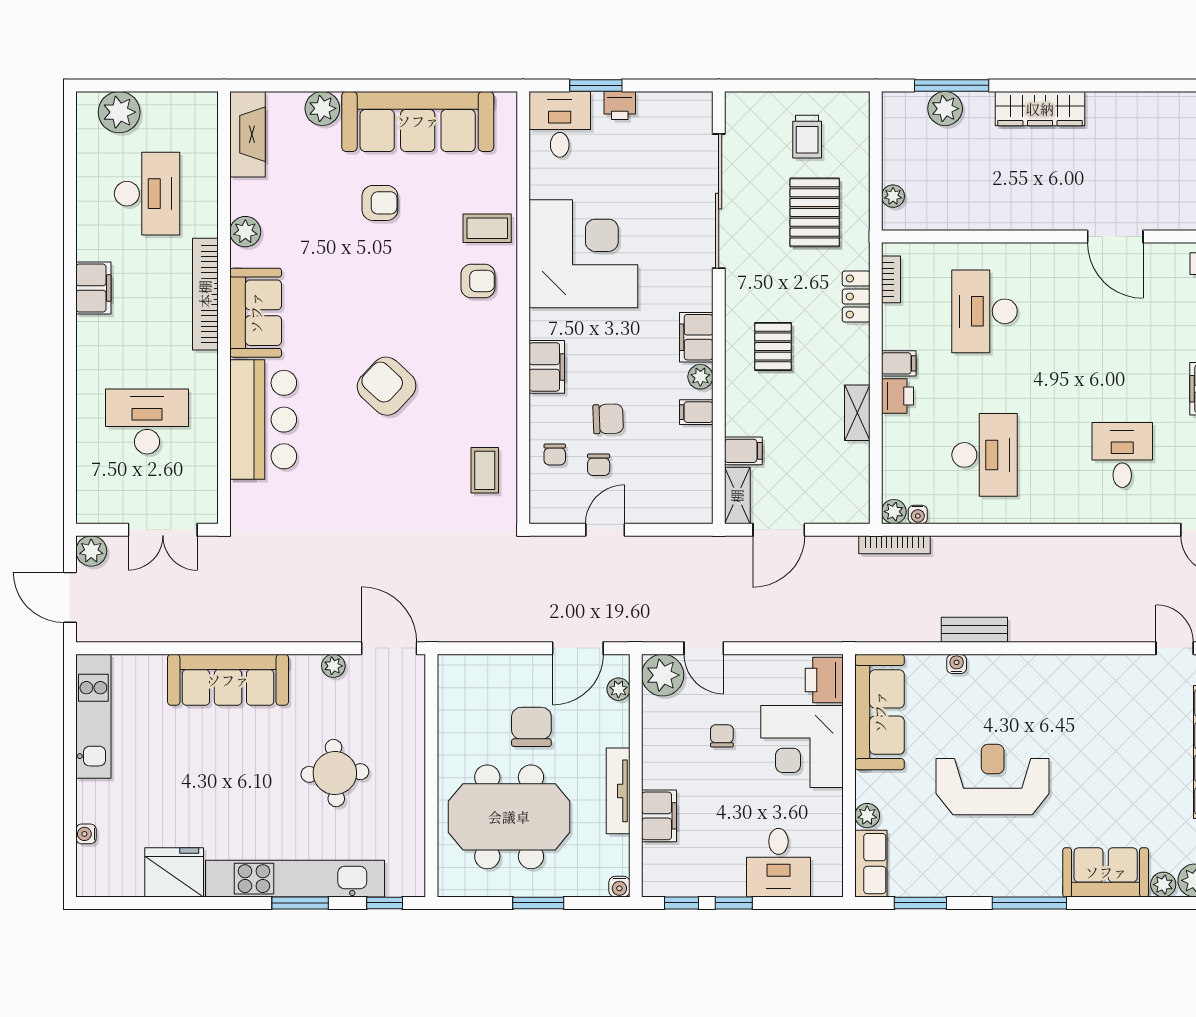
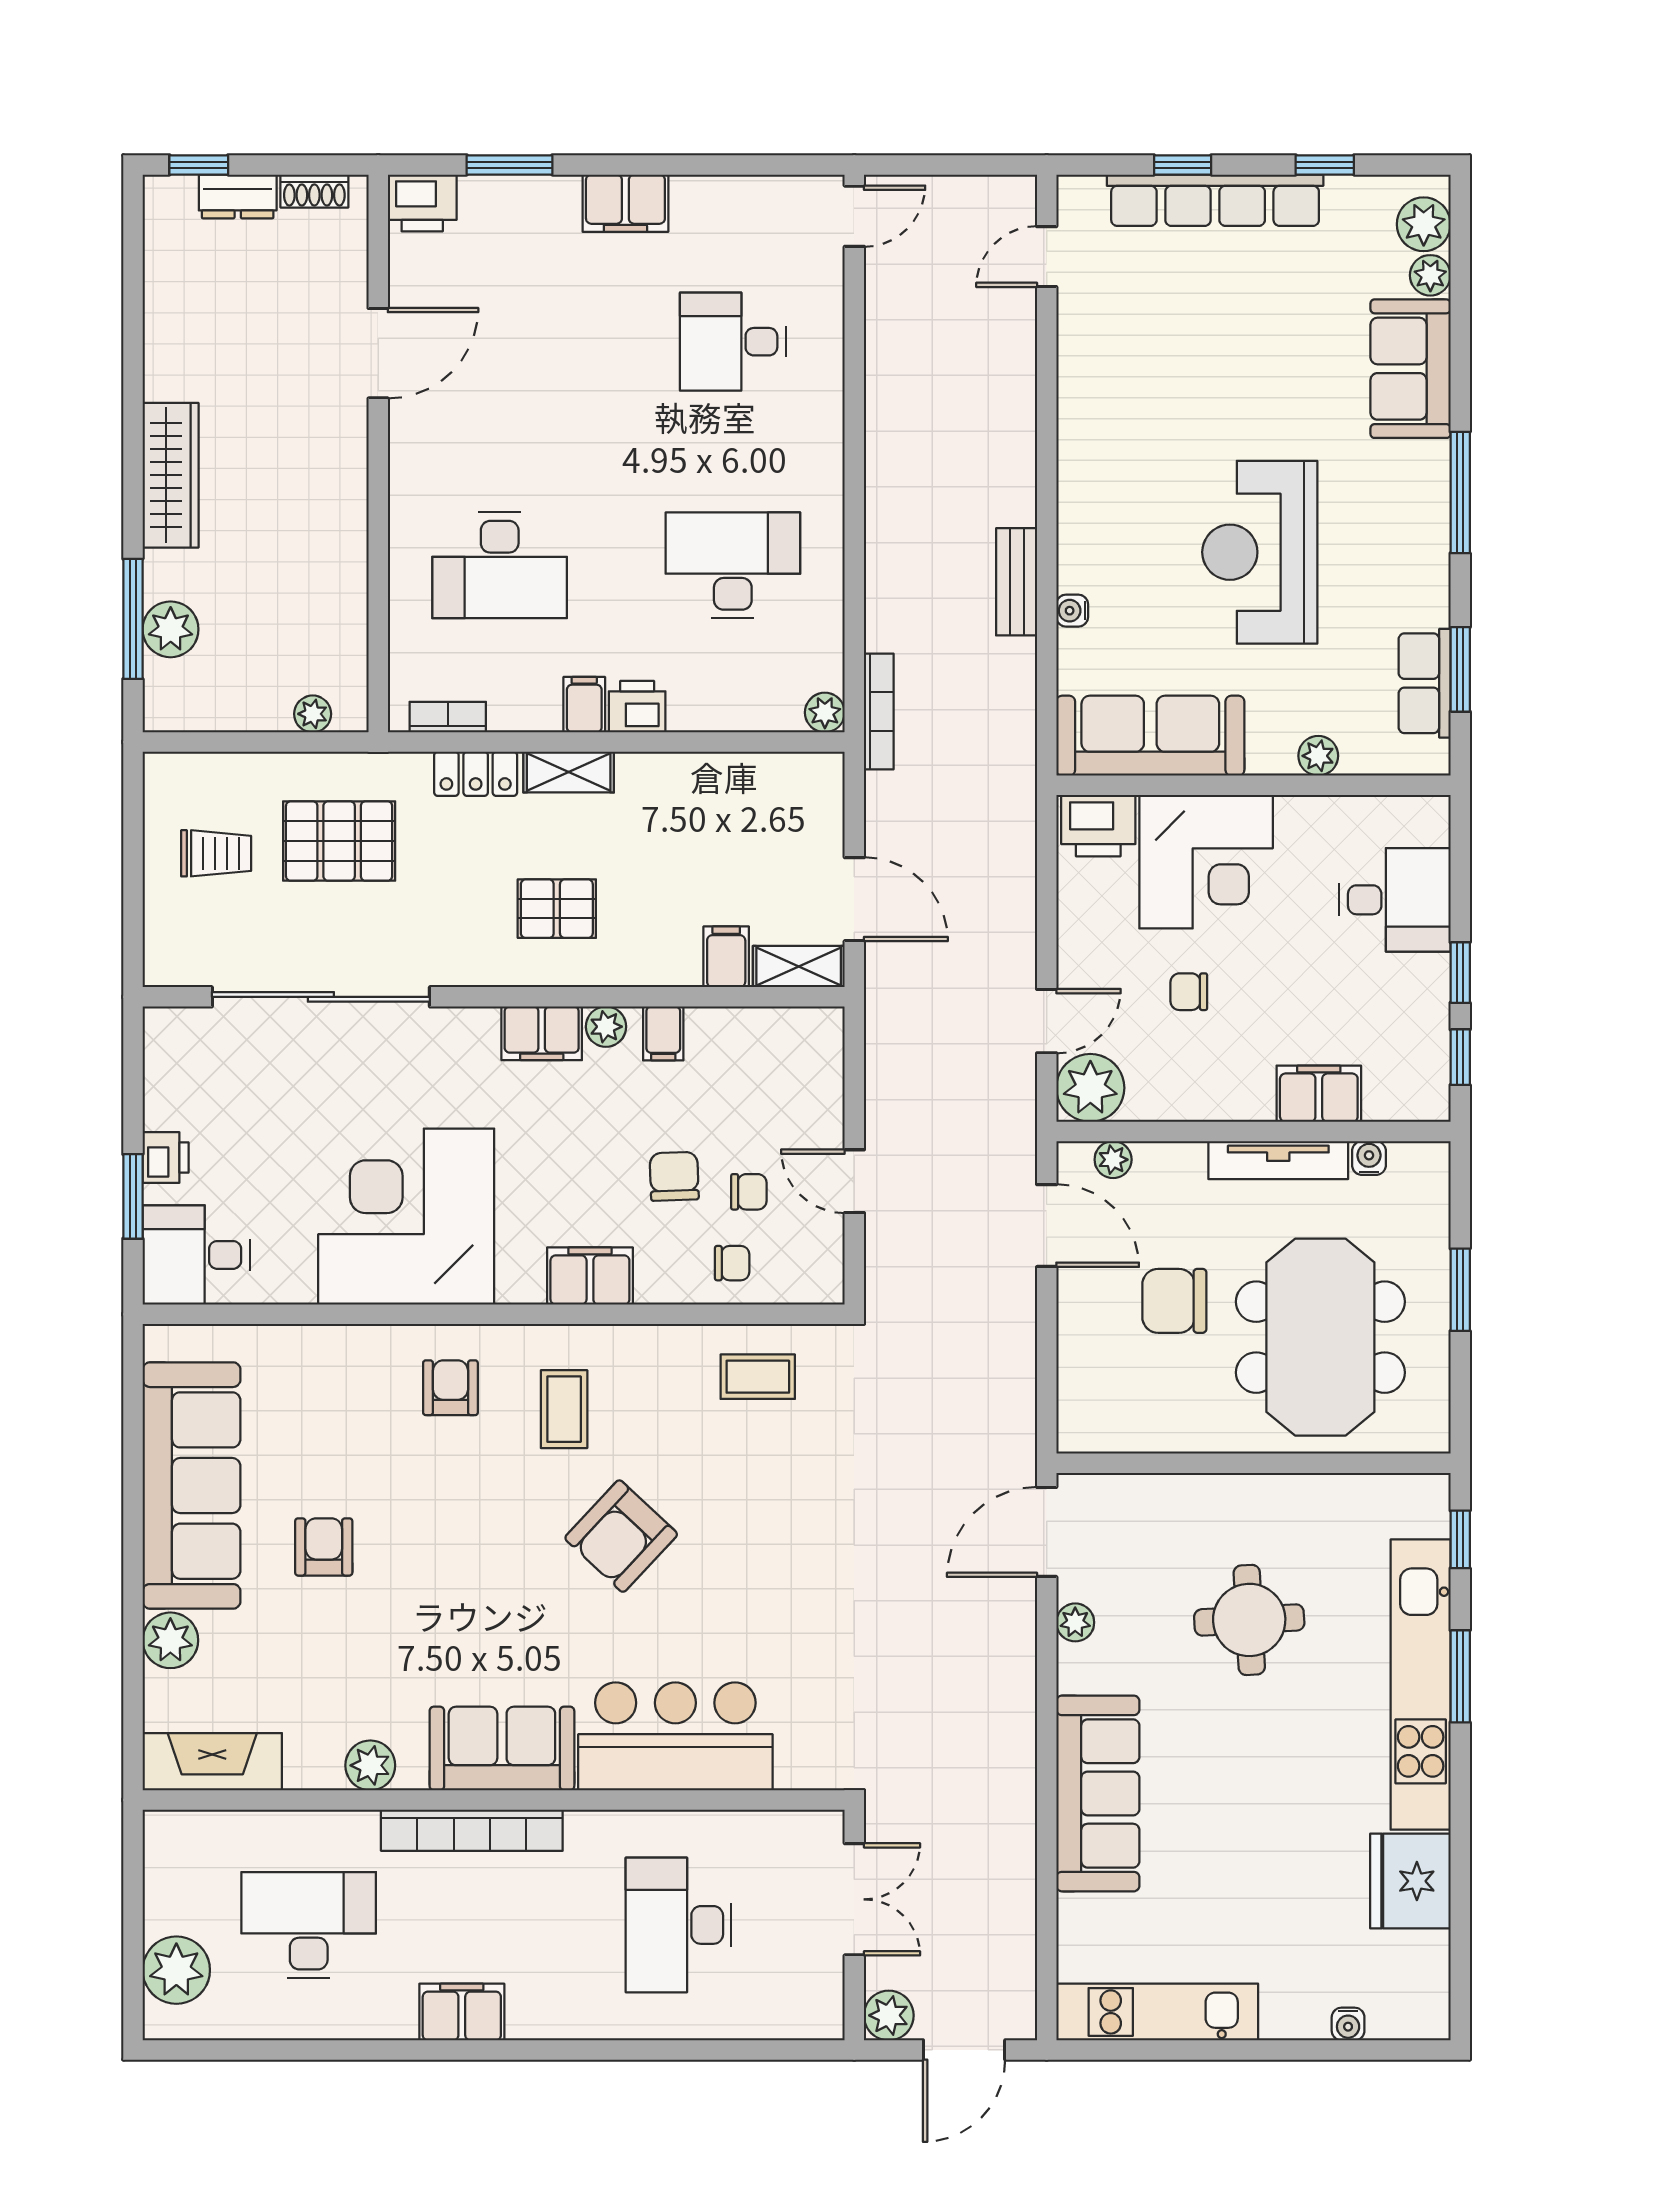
coffee table: (487, 228) -> (564, 1409), moved
shelving: (857, 413) -> (569, 772), moved
water cooler: (918, 514) -> (829, 674), removed
row of seats: (871, 864) -> (1425, 683), moved, turned -90
water cooler: (619, 887) -> (1369, 1158), moved, turned -90

